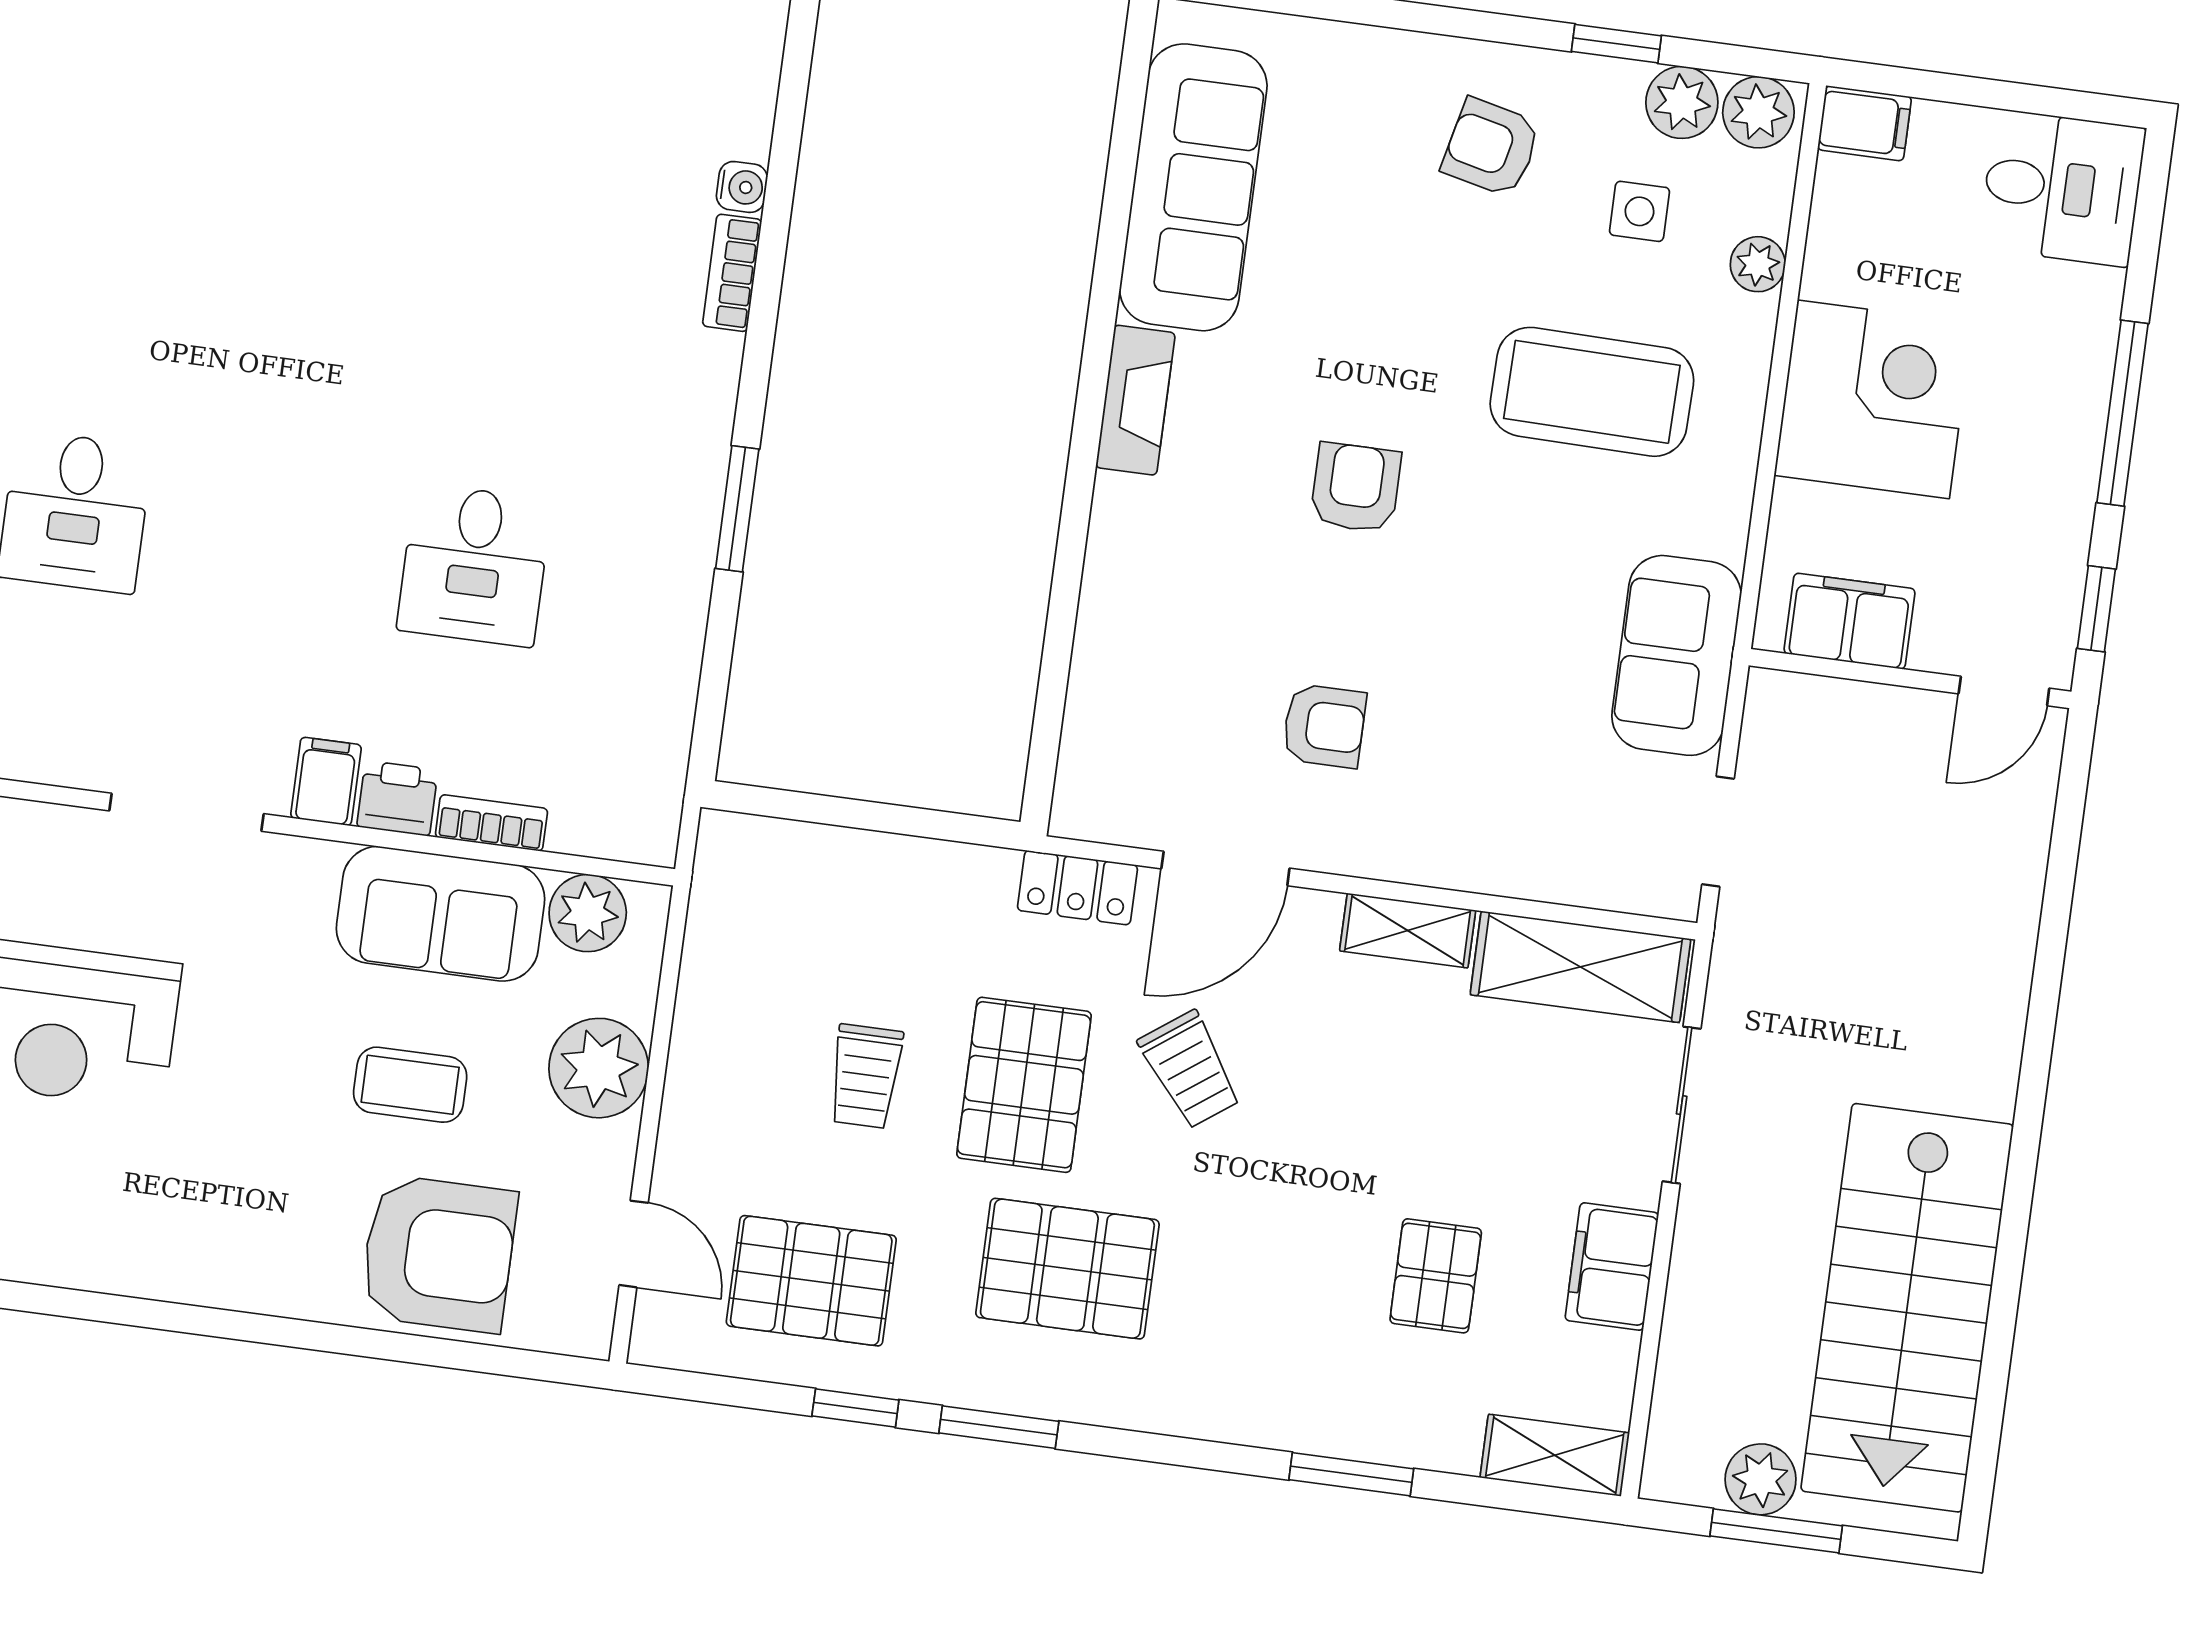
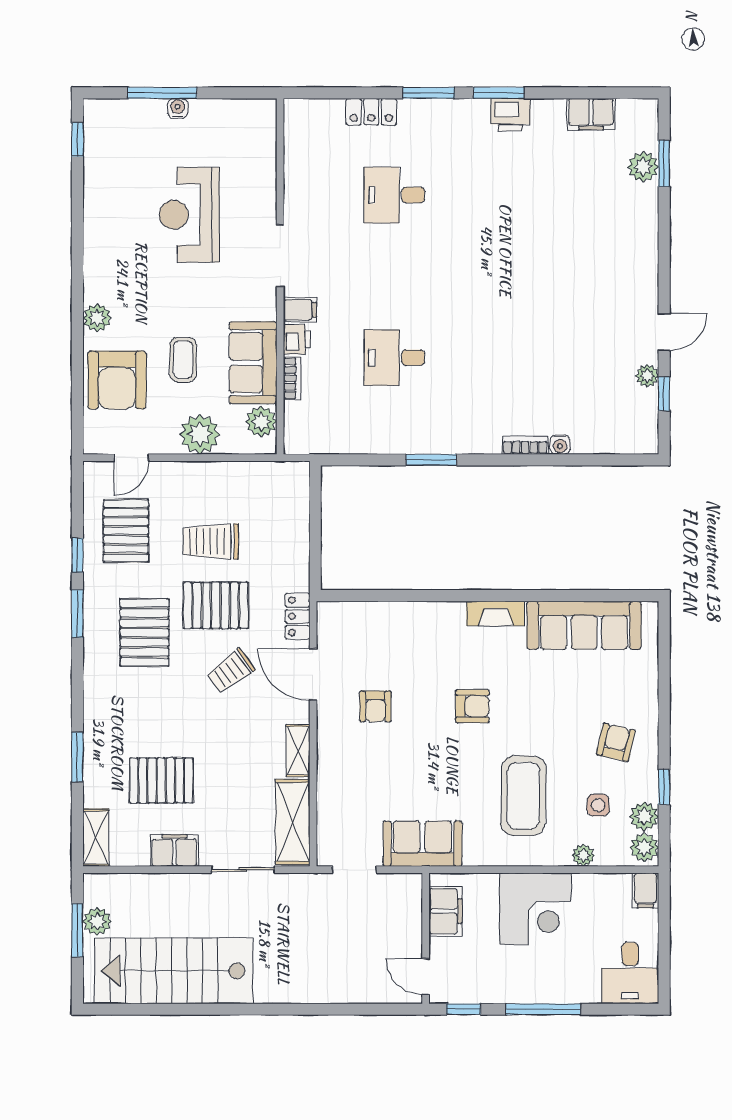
trolley: (865, 1076) -> (211, 541), width x1.36, depth x1.39
pallet: (1436, 1276) -> (161, 780), width x1.50, depth x1.42
plant: (279, 1282) -> (97, 318), added

